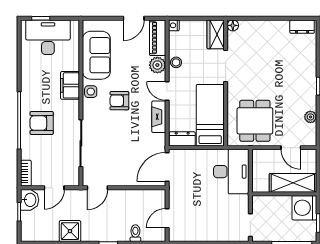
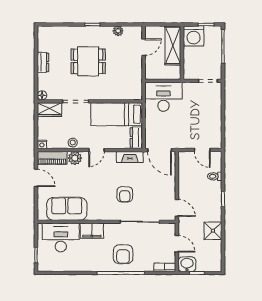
dresser: (302, 27) -> (43, 62), moved
desk: (48, 37) -> (61, 237), moved, turned 90
side table: (91, 92) -> (97, 213), removed
armchair: (119, 101) -> (125, 194), moved
fireplace: (159, 117) -> (130, 157), moved
dining table: (255, 121) -> (88, 61), moved

